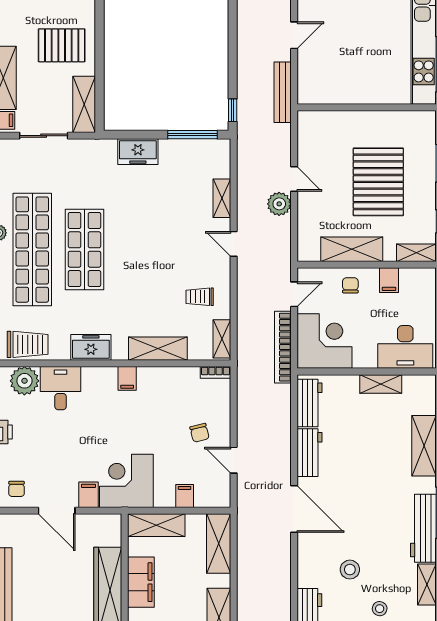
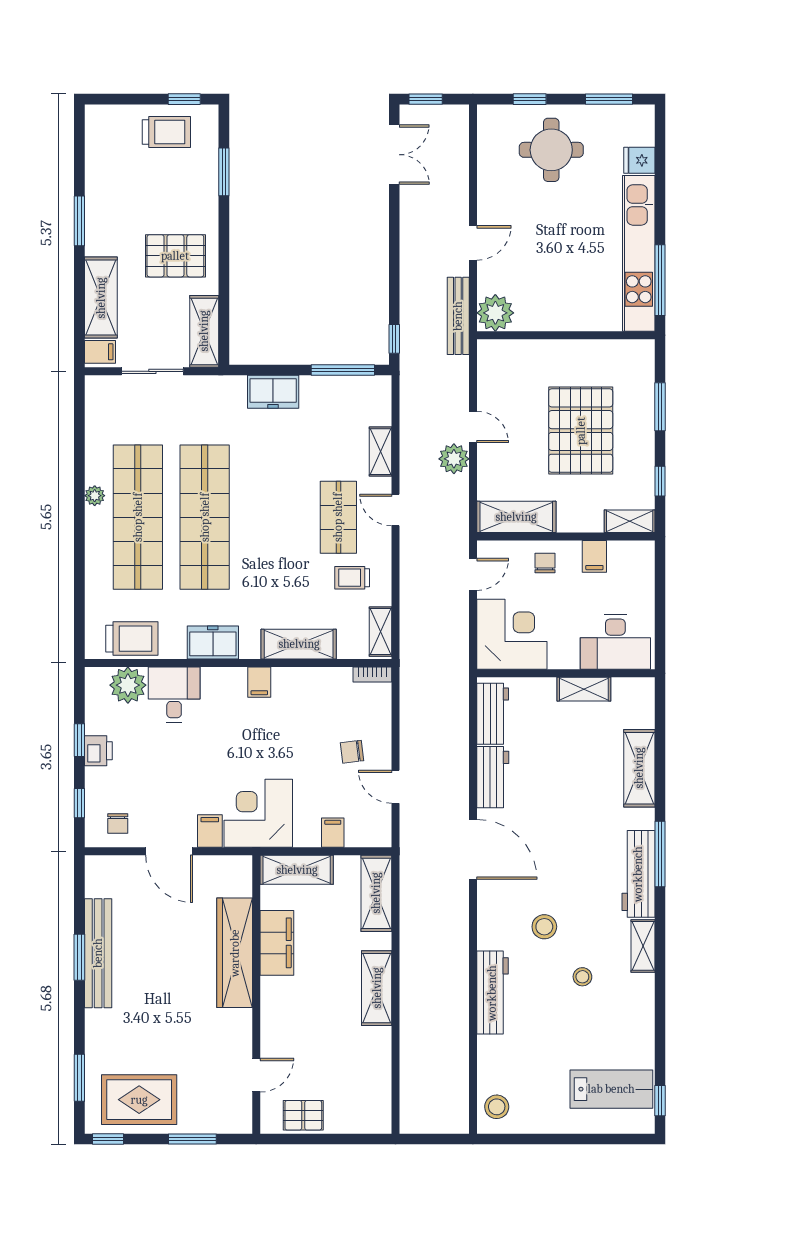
plant: (312, 90) -> (495, 313), added
shelving: (352, 249) -> (516, 517), moved
shop shelf: (84, 250) -> (205, 517), width x1.40
shop shelf: (189, 250) -> (338, 517), added
bookcase: (283, 347) -> (459, 642), removed
chair: (200, 433) -> (352, 752), turned 97

